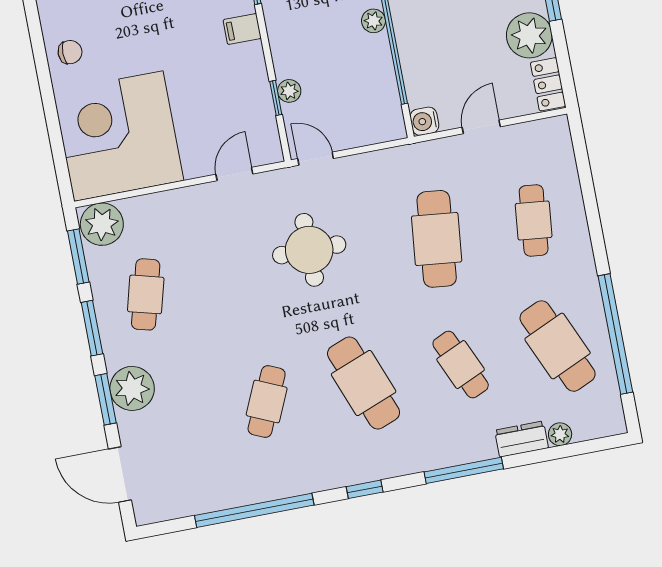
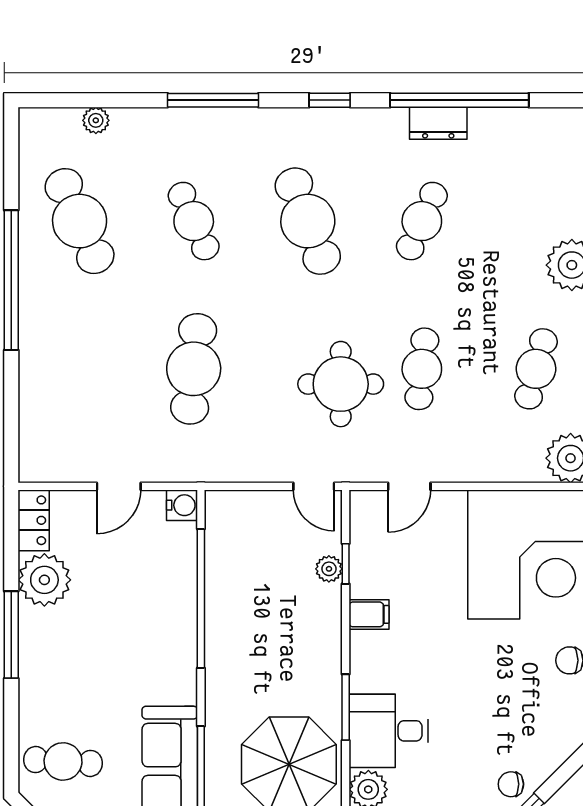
plant: (373, 21) -> (218, 630), removed
filing cabinet: (242, 29) -> (369, 614), moved
cafe table: (534, 220) -> (422, 369), moved
window: (615, 334) -> (11, 280), moved
dresser: (522, 439) -> (438, 123), moved

